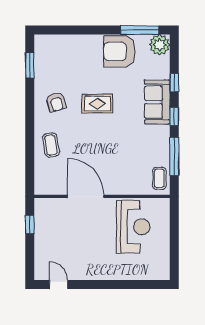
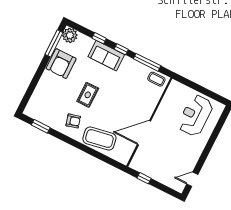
coffee table: (51, 145) -> (99, 139), width x1.86, depth x1.72
reception desk: (133, 227) -> (195, 115), moved, turned -90

